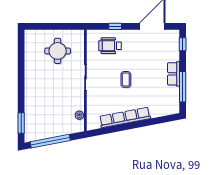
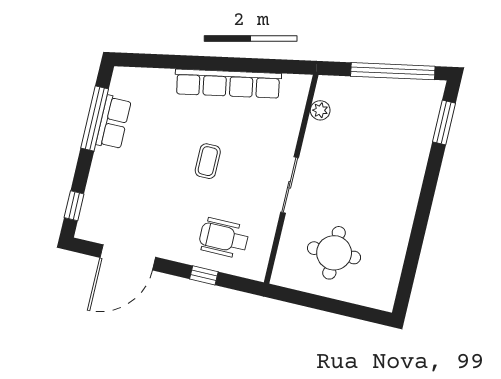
wheelchair: (110, 46) -> (224, 238), turned 180
row of seats: (173, 74) -> (114, 122), moved

